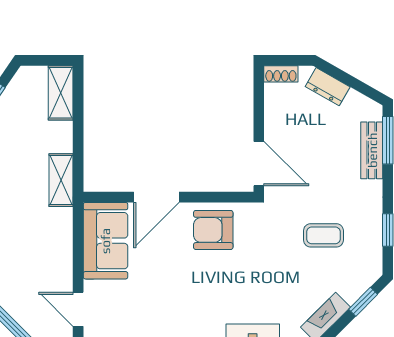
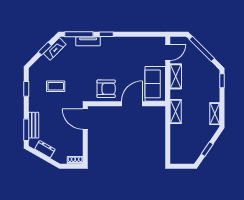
dresser: (328, 87) -> (45, 149), moved
shelving: (61, 93) -> (176, 76), moved
window: (363, 302) -> (45, 49), moved
door: (78, 309) -> (168, 52), hinge flipped

